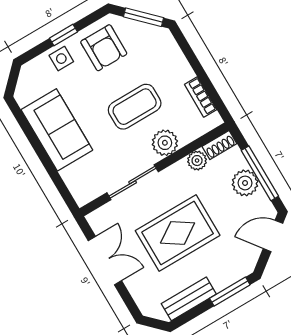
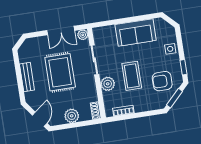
window: (63, 35) -> (184, 67), moved
armchair: (104, 48) -> (162, 81), moved
plant: (197, 161) -> (83, 35), moved
window: (260, 173) -> (74, 125), removed
window: (230, 292) -> (21, 87), removed
bench: (189, 299) -> (27, 77), moved

